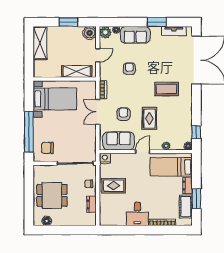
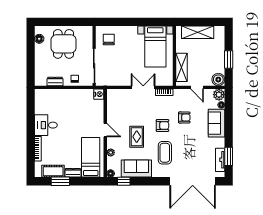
window: (157, 22) -> (229, 156), moved
shelving: (40, 43) -> (198, 32), moved
armchair: (123, 114) -> (163, 126), moved
rug: (150, 119) -> (137, 137), turned 90
window: (29, 132) -> (124, 22), removed
sofa: (119, 141) -> (136, 169), moved, turned -90
rug: (114, 186) -> (73, 102), removed

